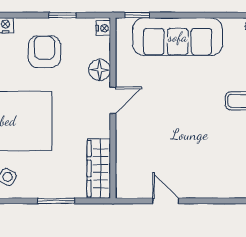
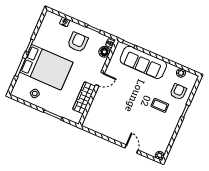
floor lamp: (100, 70) -> (104, 52), moved
wardrobe: (99, 168) -> (84, 98), moved
door: (166, 201) -> (132, 149), moved

